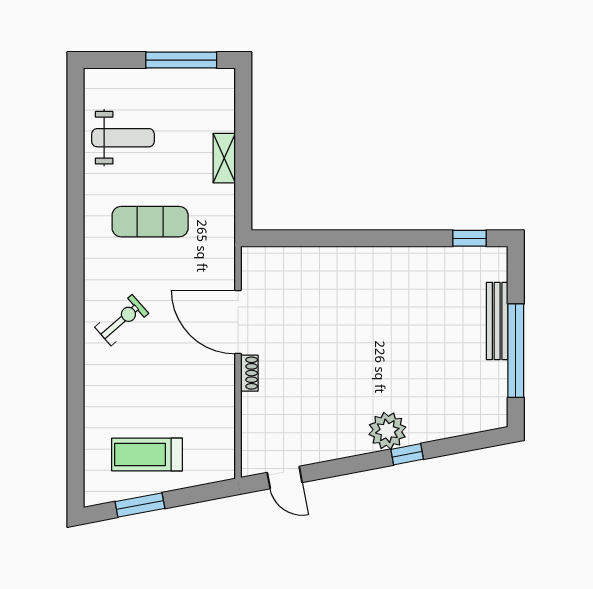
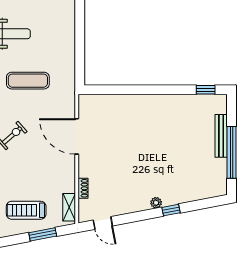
shelving: (224, 158) -> (69, 207), moved
shoe rack: (249, 373) -> (83, 188), moved
plant: (387, 431) -> (156, 203), width x0.53, depth x0.53
window: (140, 505) -> (43, 234), moved

